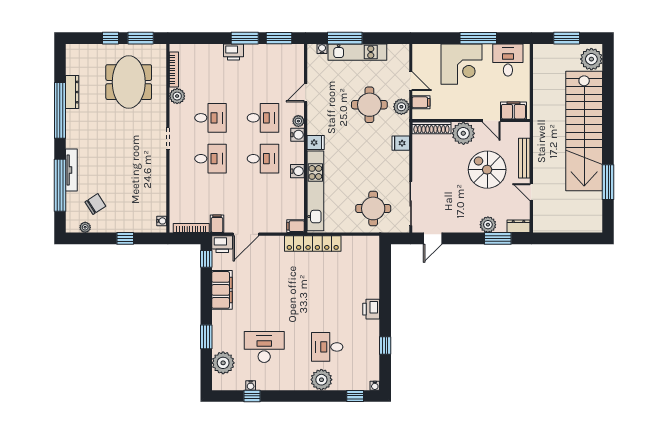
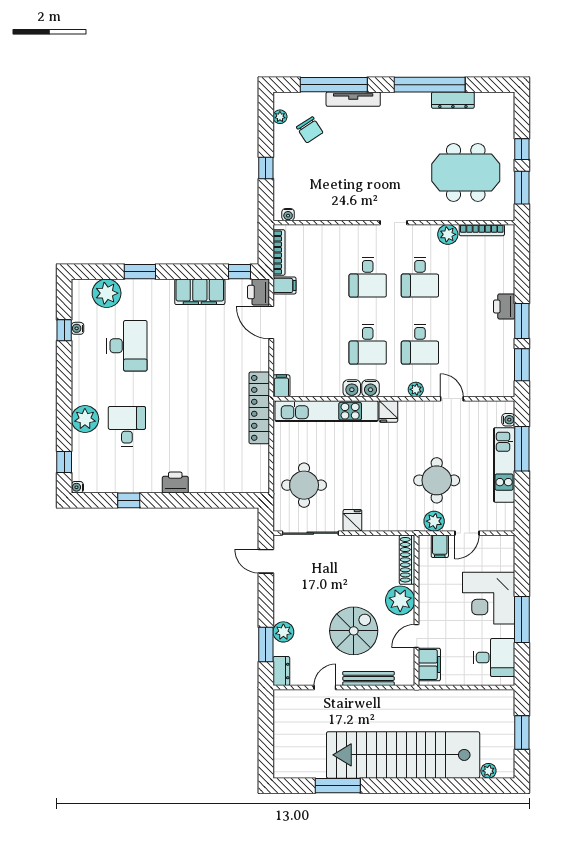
plant: (591, 59) -> (488, 771), width x0.53, depth x0.53
water cooler: (297, 135) -> (370, 388), moved
fridge: (401, 143) -> (352, 520), moved

